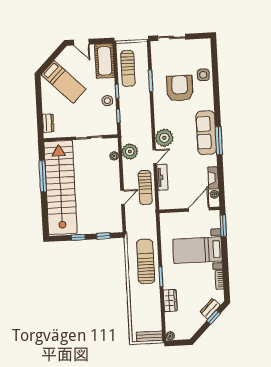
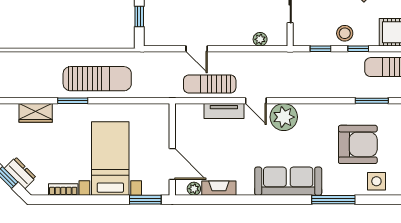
window: (219, 141) -> (333, 200), moved
plant: (130, 151) -> (266, 64), removed

